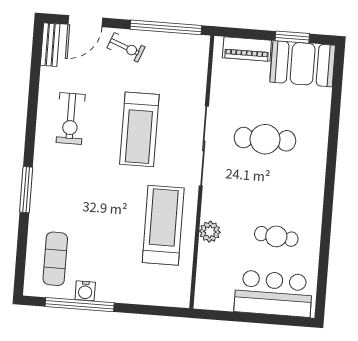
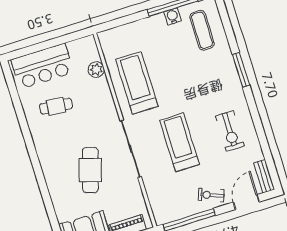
exercise bike: (71, 118) -> (230, 131), turned 180
cafe table: (265, 139) -> (90, 170), turned -73
treadmill: (163, 225) -> (137, 83), turned 180
plant: (210, 232) -> (96, 70), moved

